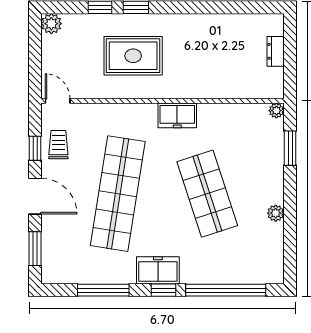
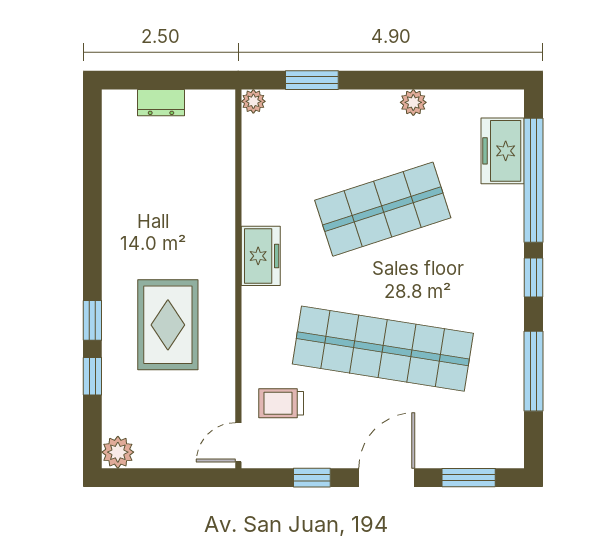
trolley: (58, 145) -> (281, 403), moved
freezer: (158, 270) -> (503, 151), moved

